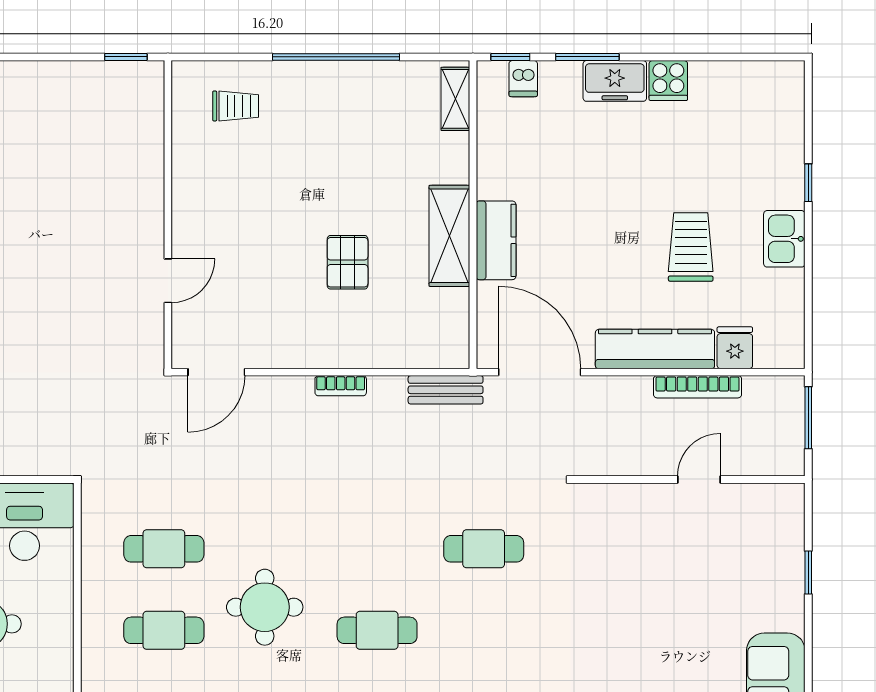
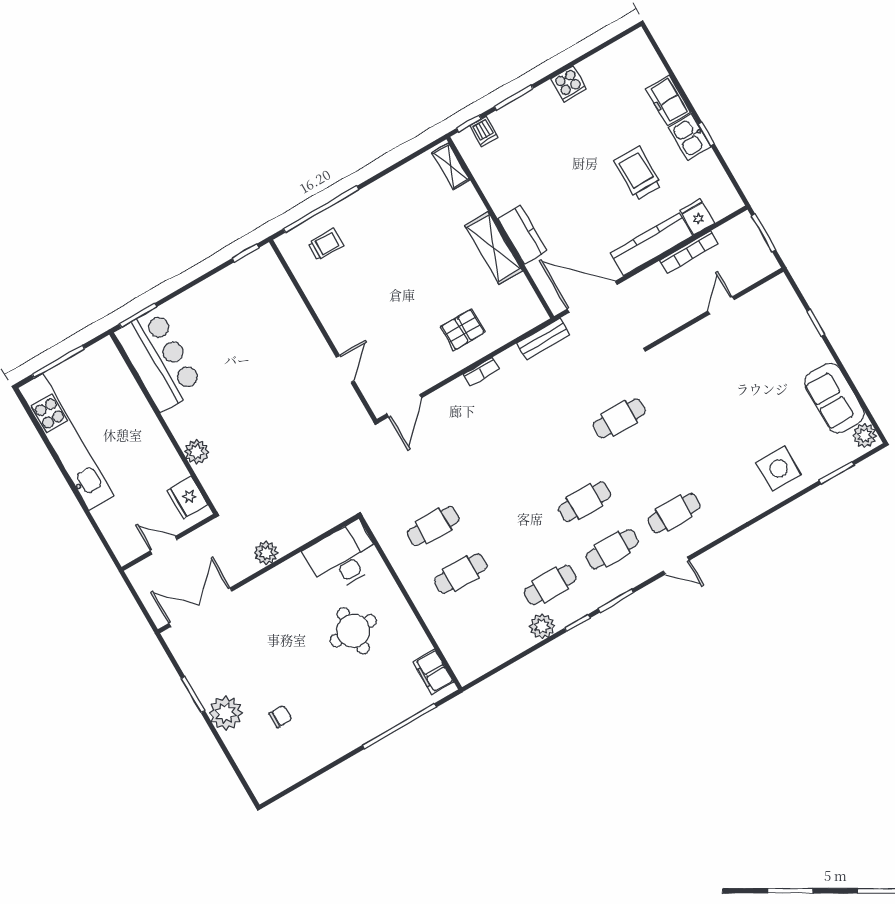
window: (336, 57) -> (321, 209), moved
freezer: (615, 81) -> (668, 100), moved, turned 90
window: (808, 183) -> (706, 134), moved
pallet: (348, 262) -> (463, 330), moved, turned 90
round table: (265, 607) -> (512, 526), removed

